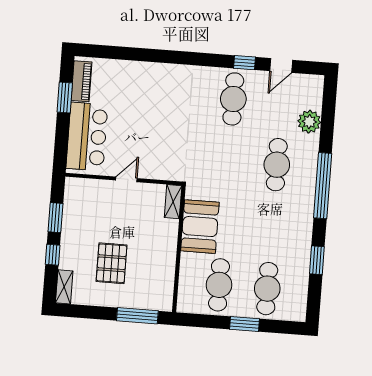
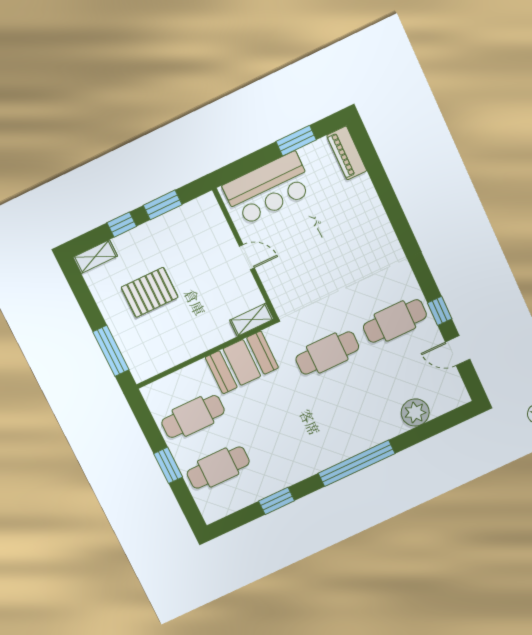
piano: (82, 81) -> (347, 153), moved, turned 90
cafe table: (277, 165) -> (327, 353), moved

